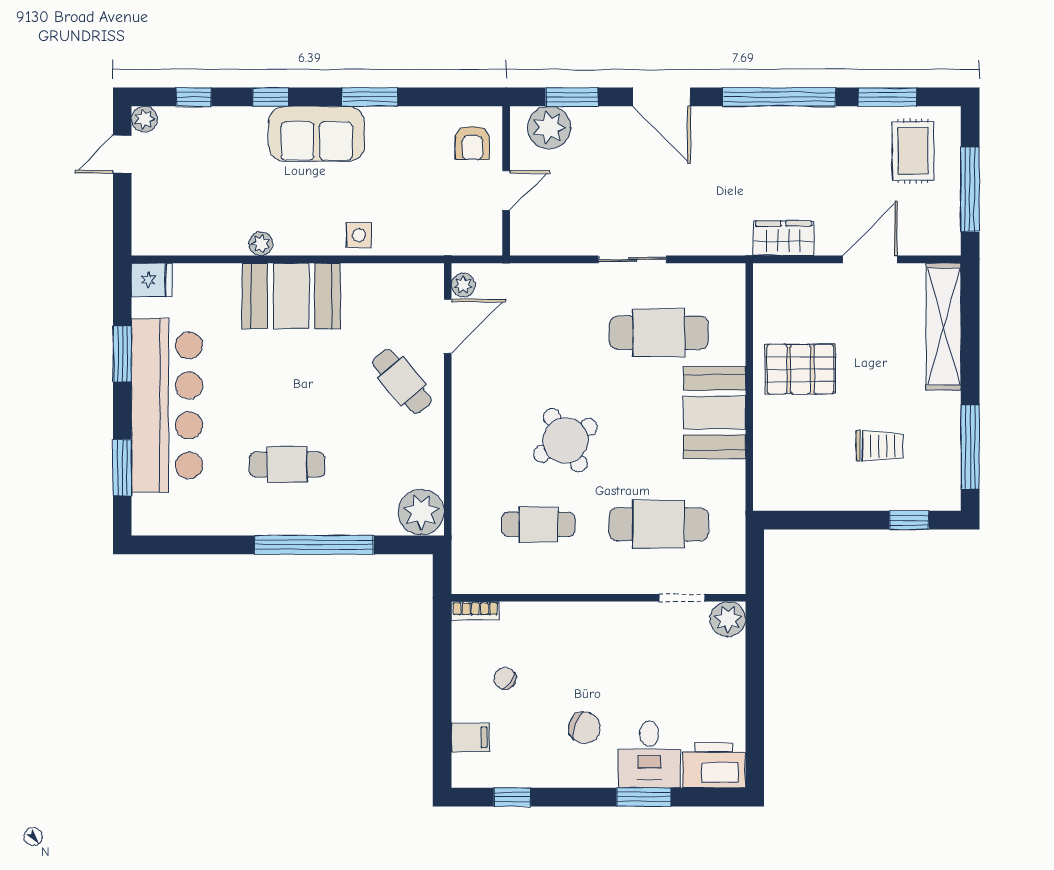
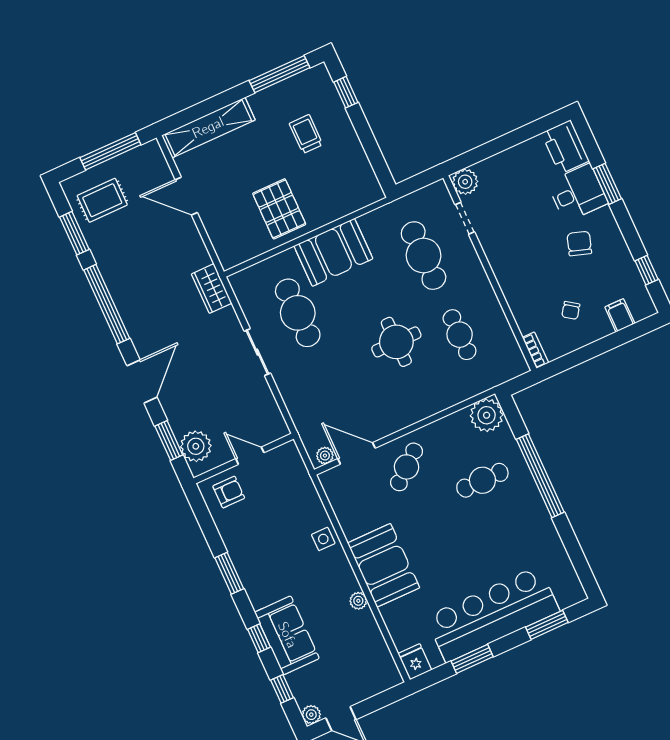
sofa: (317, 134) -> (287, 635), moved
wardrobe: (783, 238) -> (212, 289), moved
round table: (565, 440) -> (396, 342), turned 30
cafe table: (287, 465) -> (482, 480), moved, turned 90

